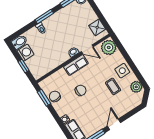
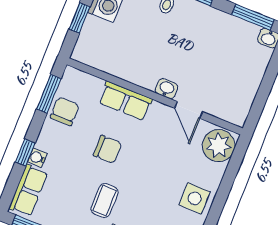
shower: (97, 27) -> (240, 100), removed
row of seats: (76, 65) -> (125, 101), moved
coffee table: (113, 86) -> (105, 200), moved
window: (60, 122) -> (25, 153), added

